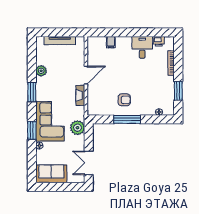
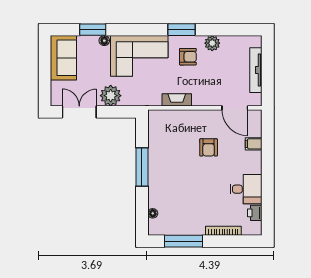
door: (86, 75) -> (235, 108), moved
armchair: (51, 88) -> (188, 57), added
window: (178, 91) -> (183, 241), width x1.44
armchair: (124, 100) -> (209, 147), moved
plant: (77, 128) -> (111, 96), moved
window: (32, 130) -> (93, 30), moved

